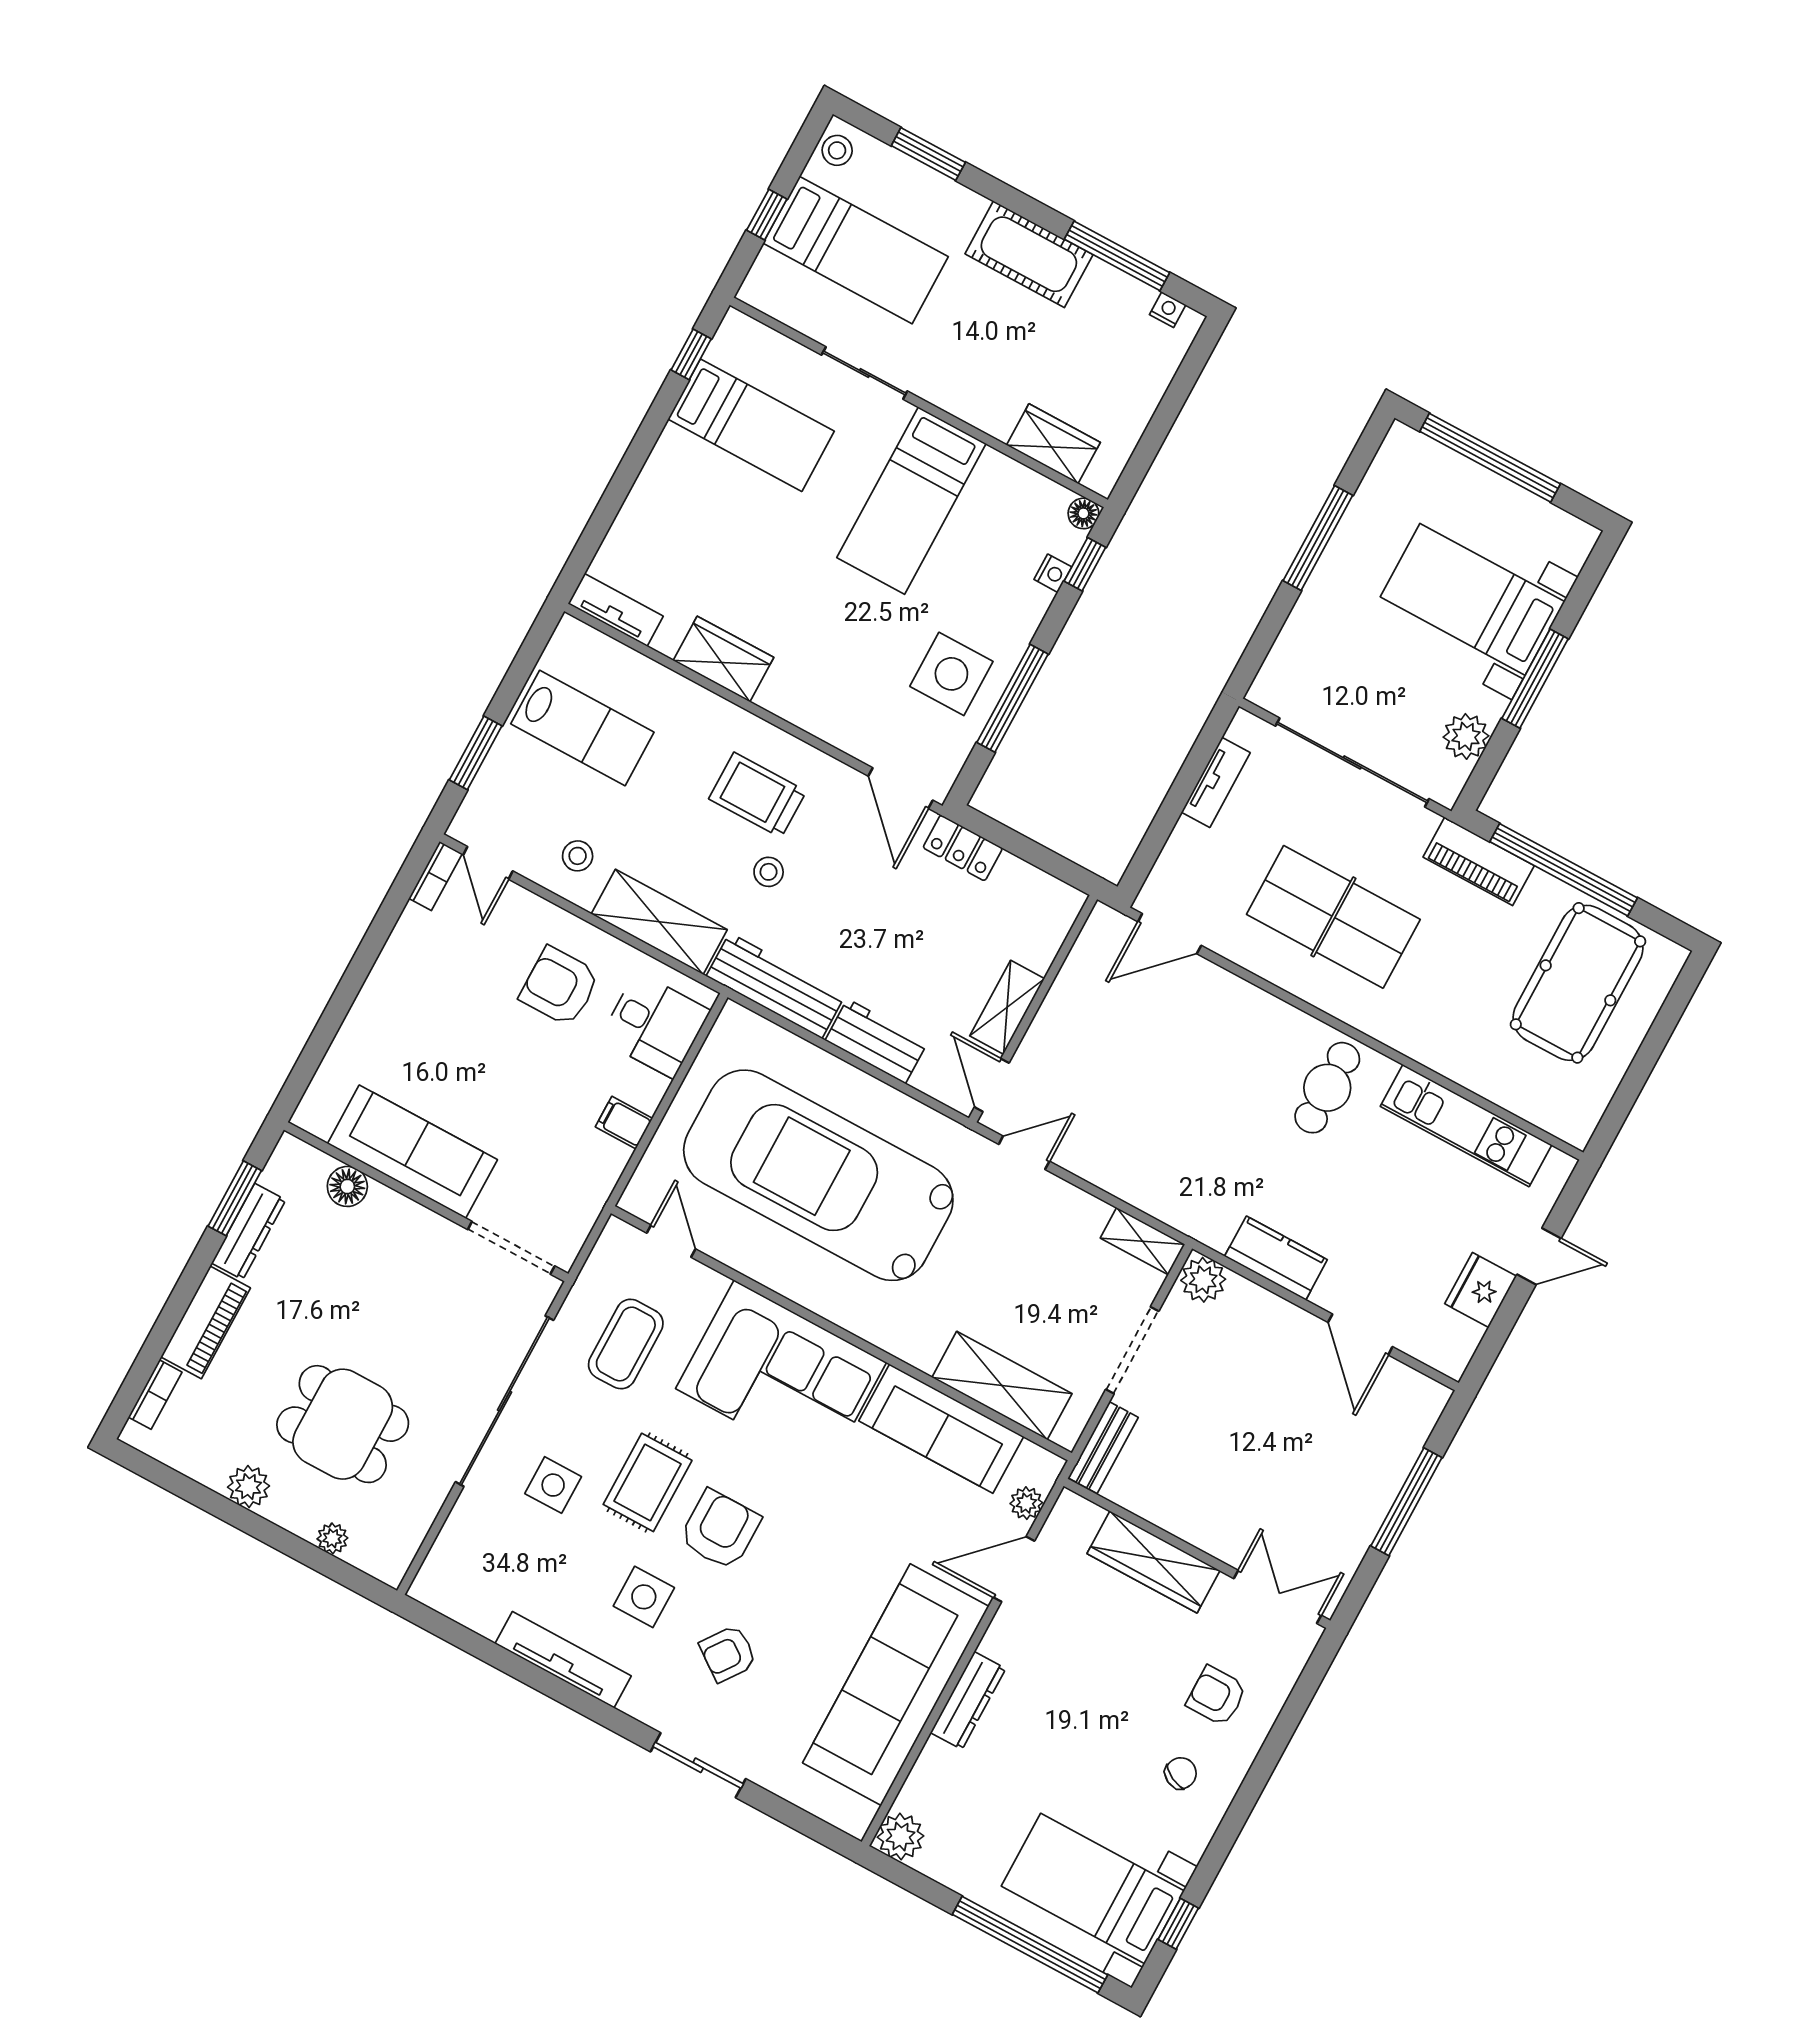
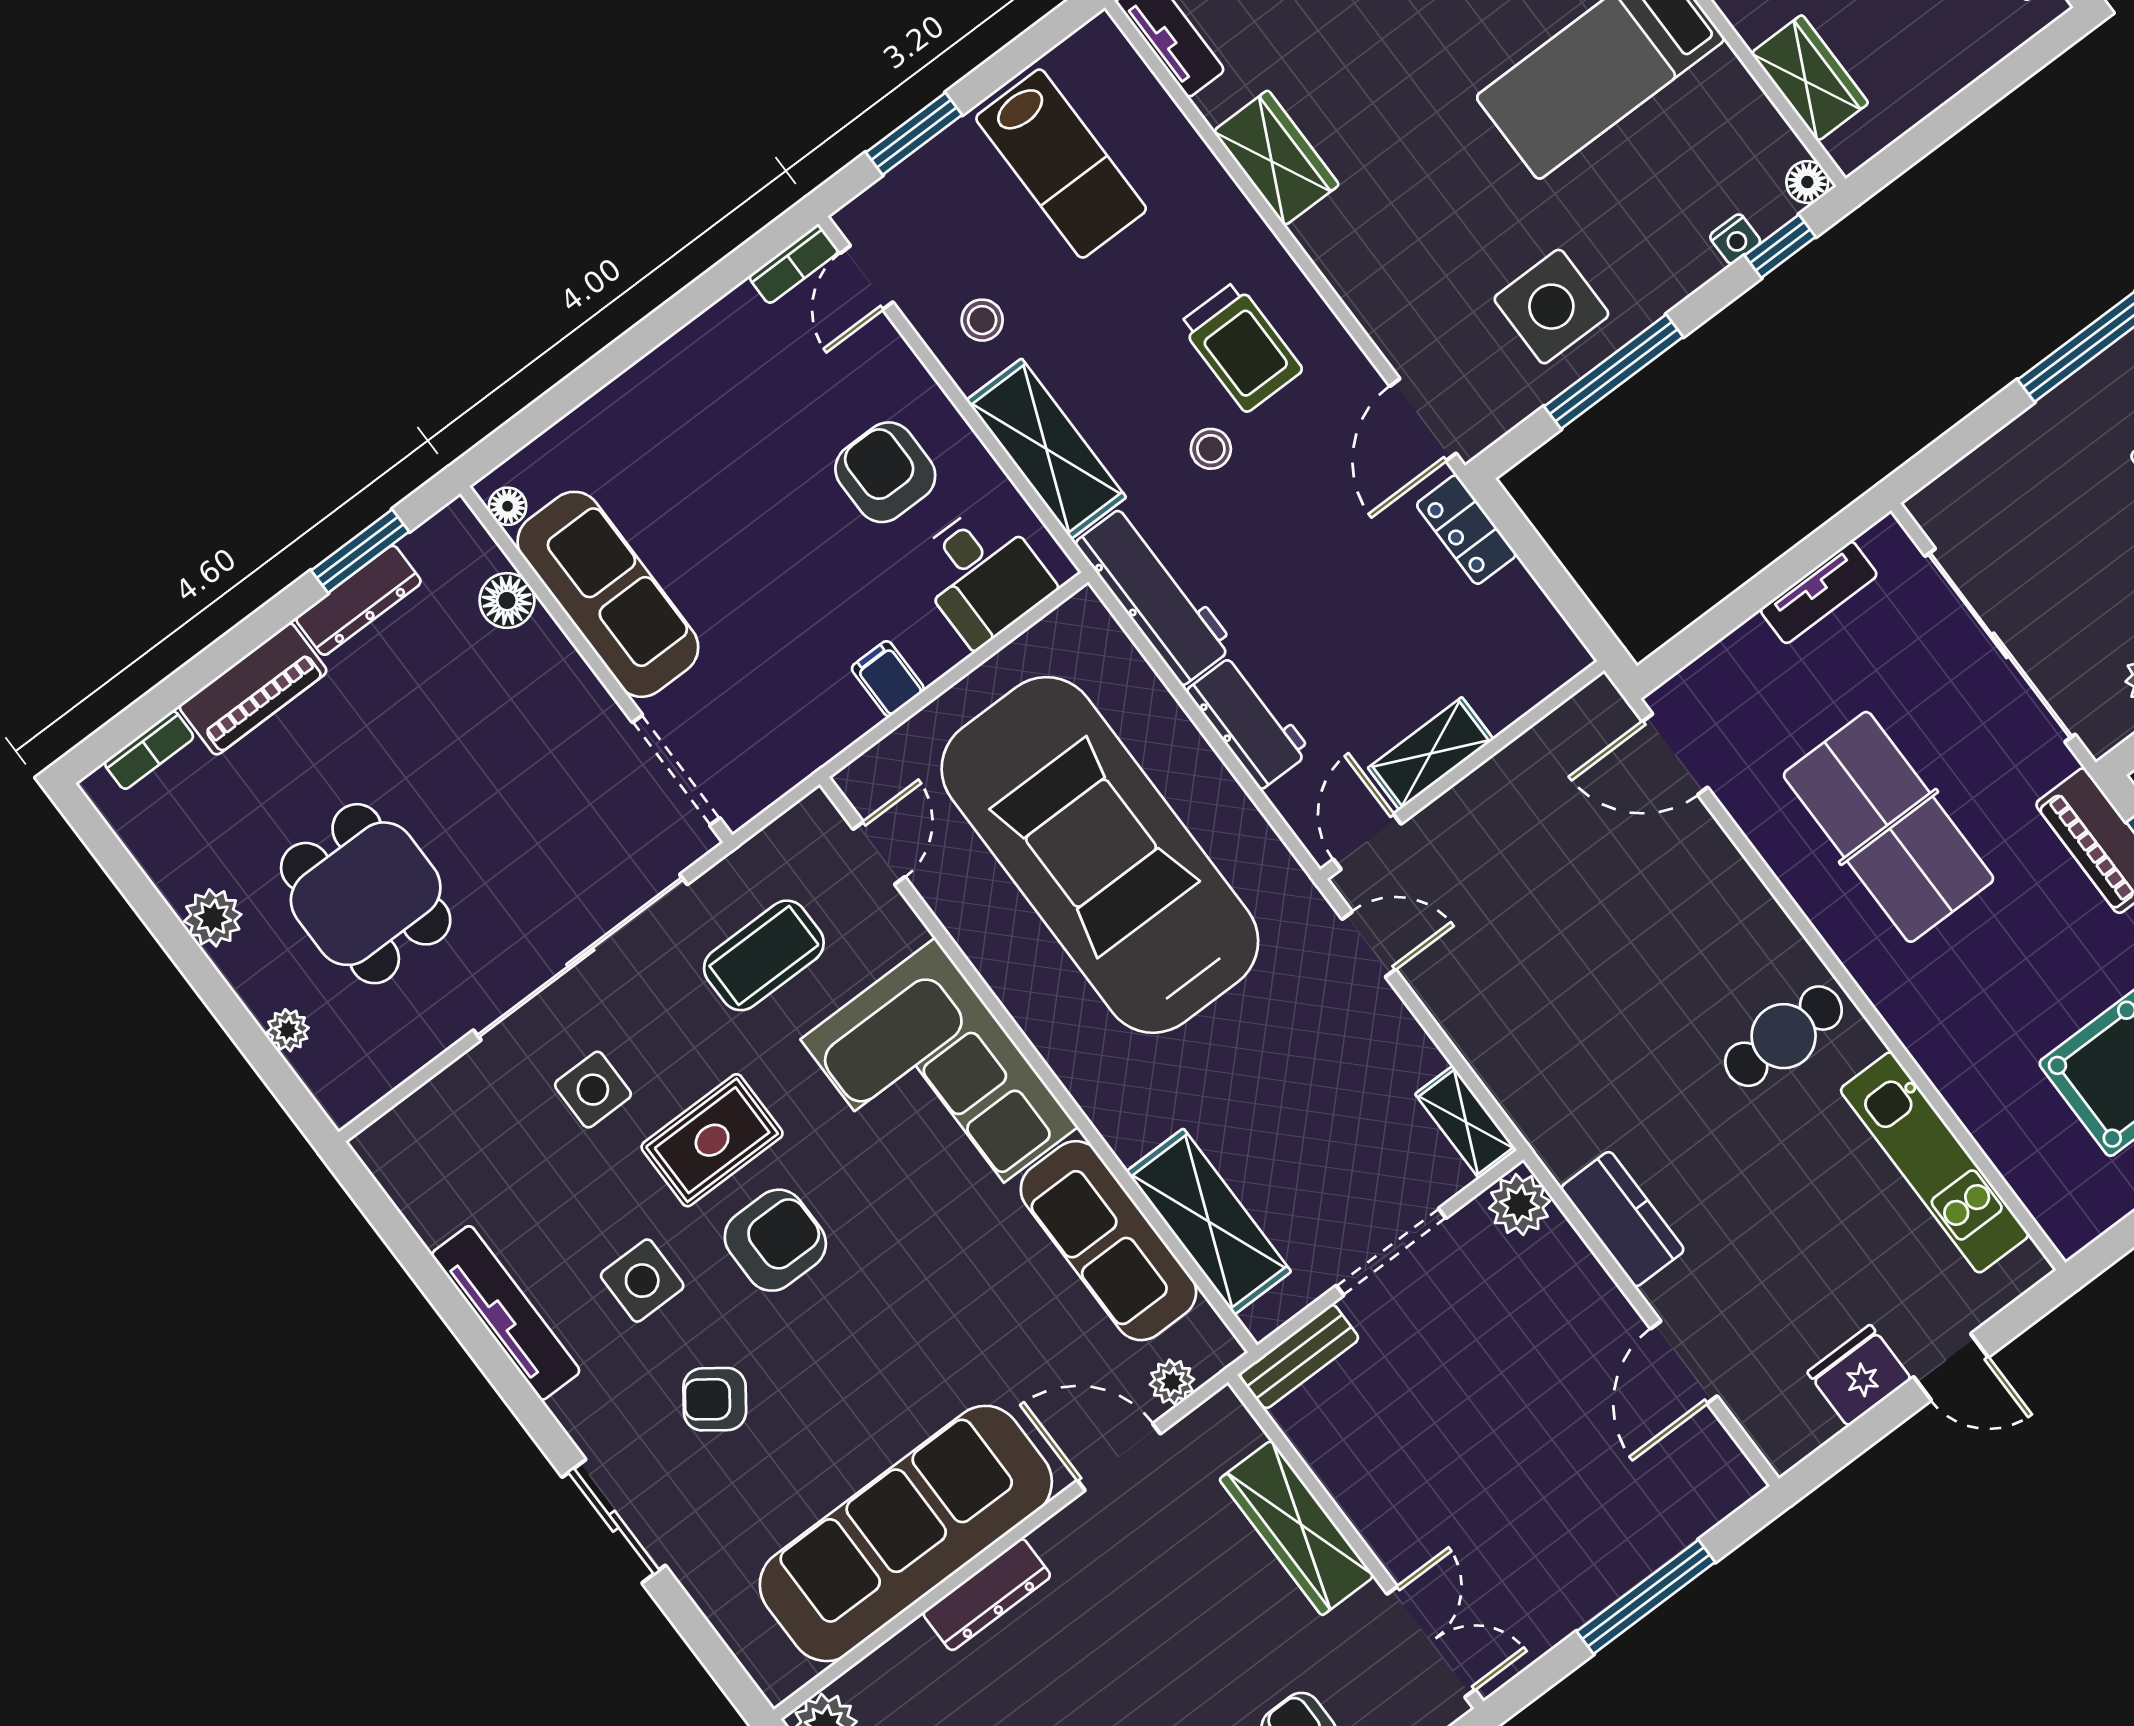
trolley: (758, 795) -> (1241, 347), turned 180
floor lamp: (319, 1124) -> (508, 506), added

